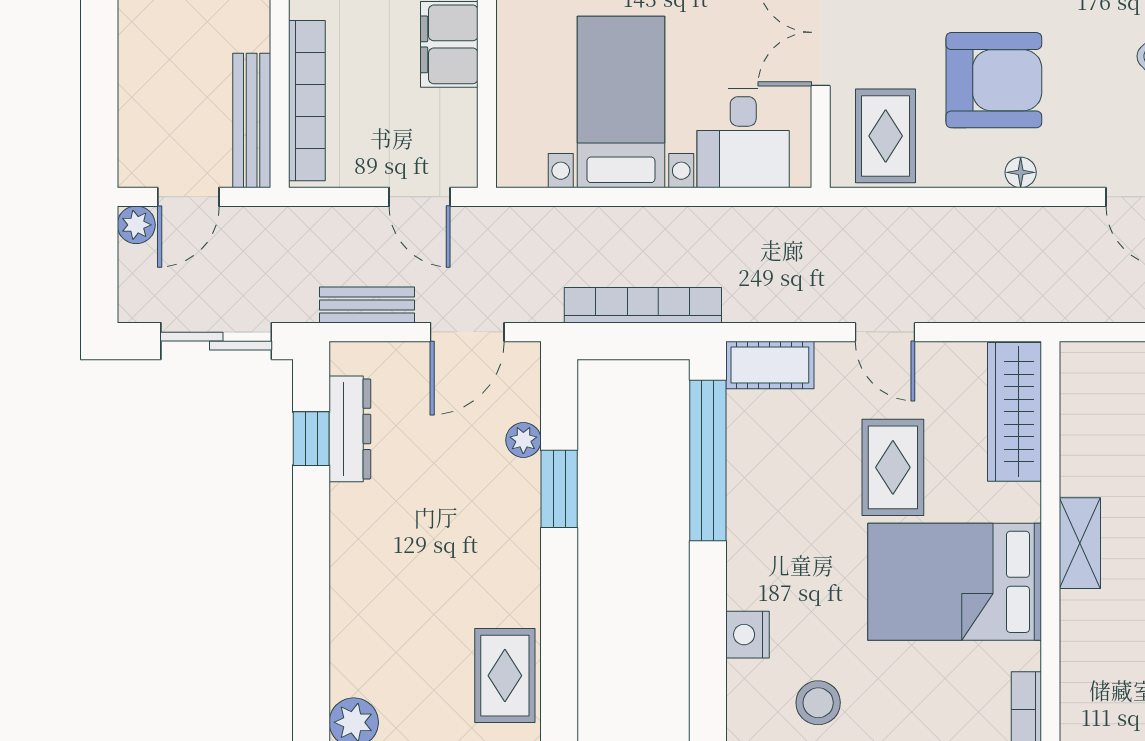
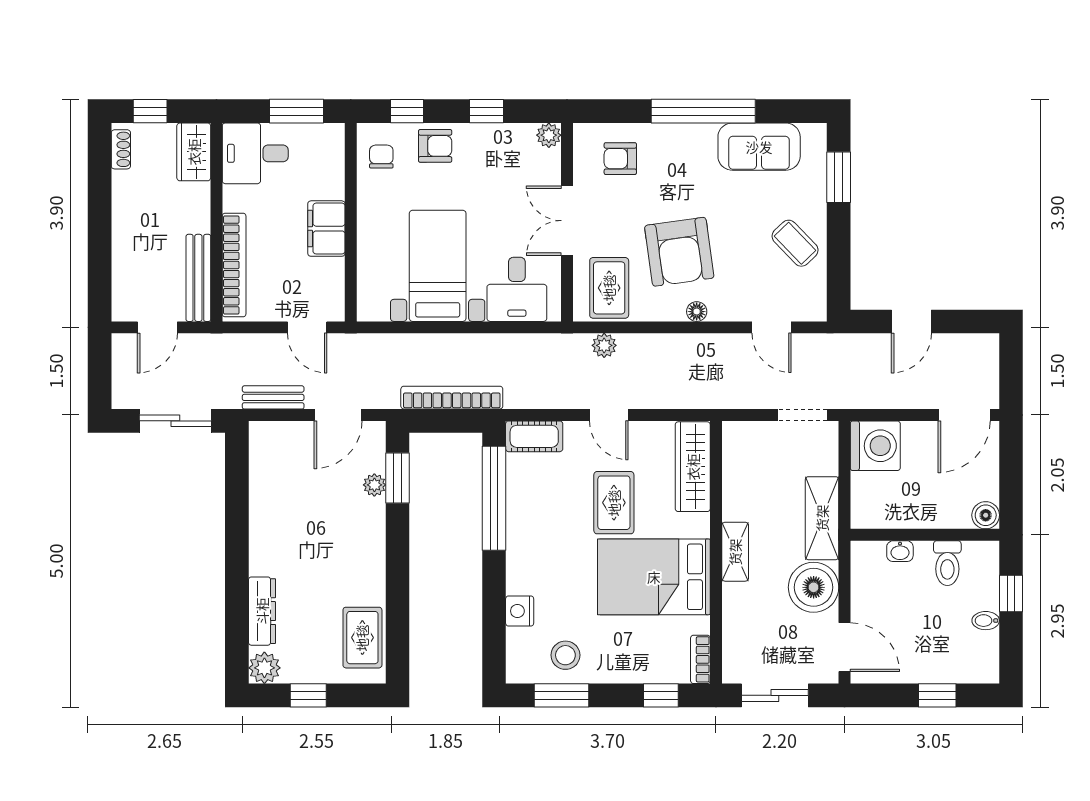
armchair: (994, 80) -> (679, 252), turned 82
plant: (136, 225) -> (604, 345), moved
dresser: (350, 429) -> (262, 611), moved
window: (311, 439) -> (237, 484), removed
window: (559, 489) -> (398, 478), moved

